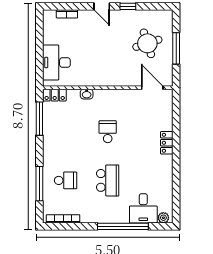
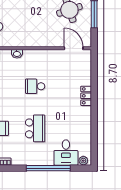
school desk: (108, 132) -> (35, 86), turned -90

